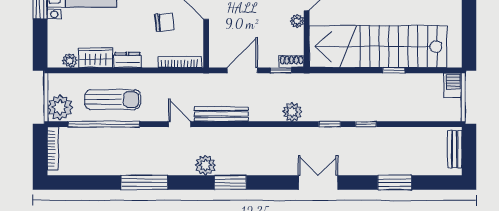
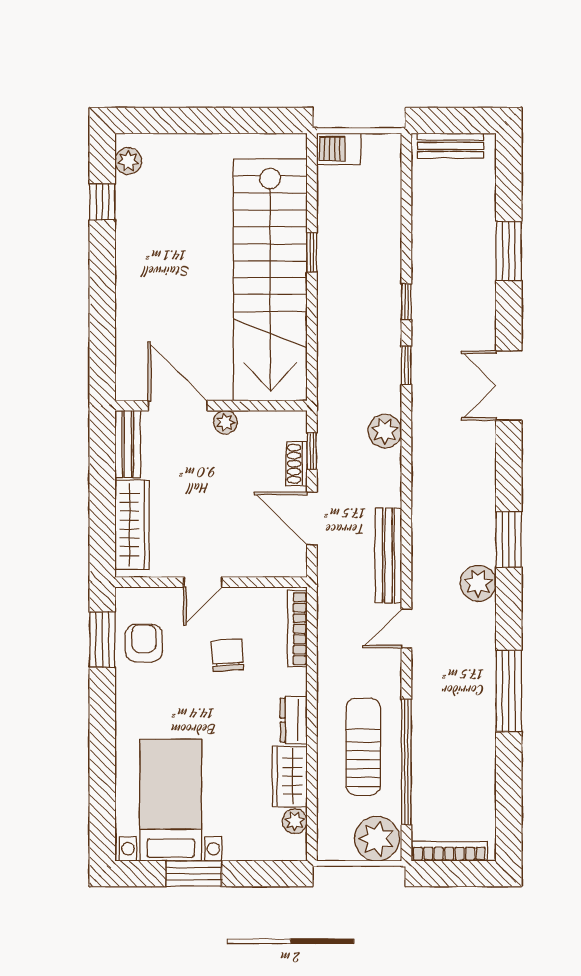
shoe rack: (292, 62) -> (297, 464), moved

